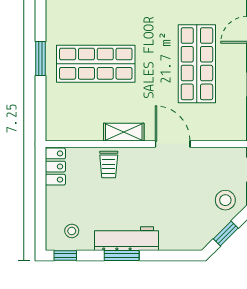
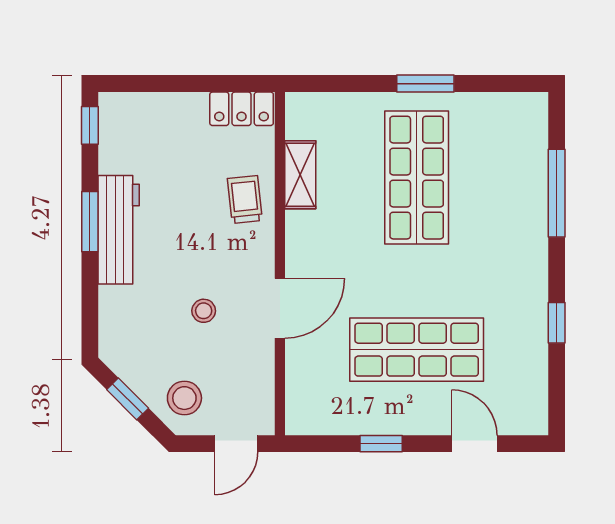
shelving: (124, 132) -> (300, 175), moved
trolley: (109, 165) -> (245, 199), turned 84
stool: (72, 231) -> (204, 311), moved

